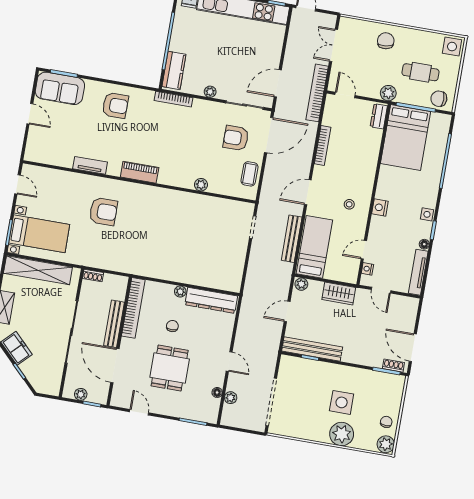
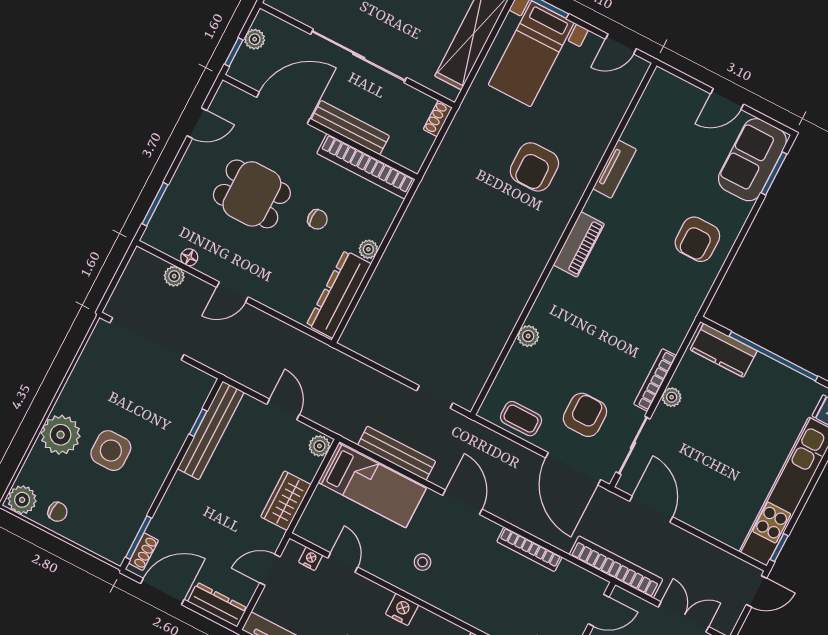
bookcase: (173, 99) -> (655, 380), moved
dresser: (411, 314) -> (217, 605), added

